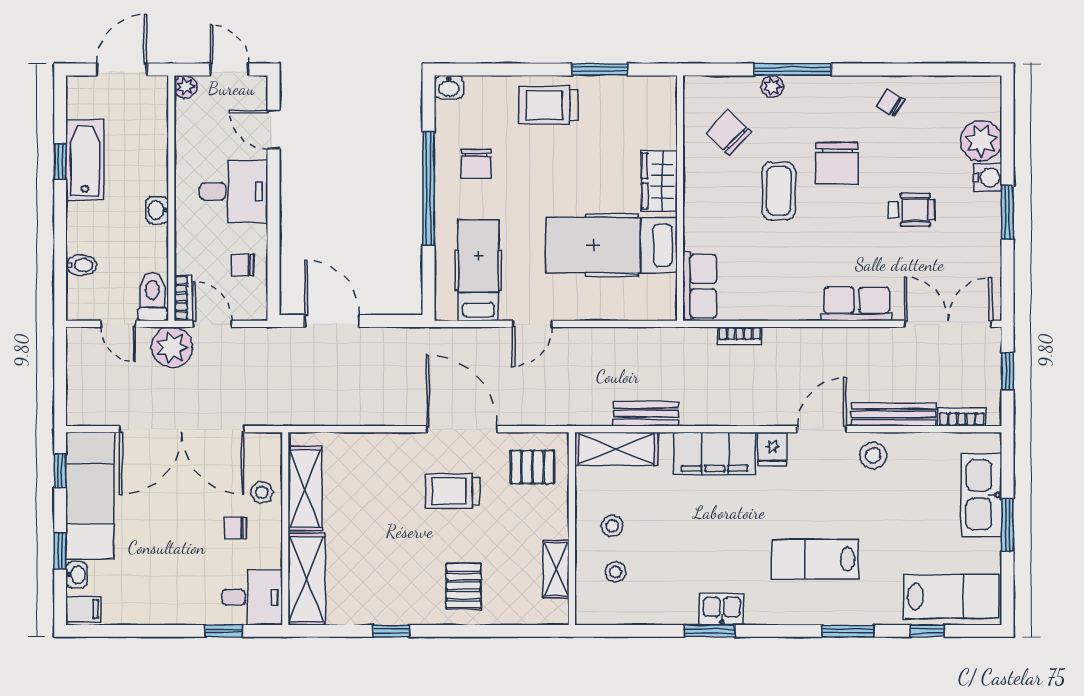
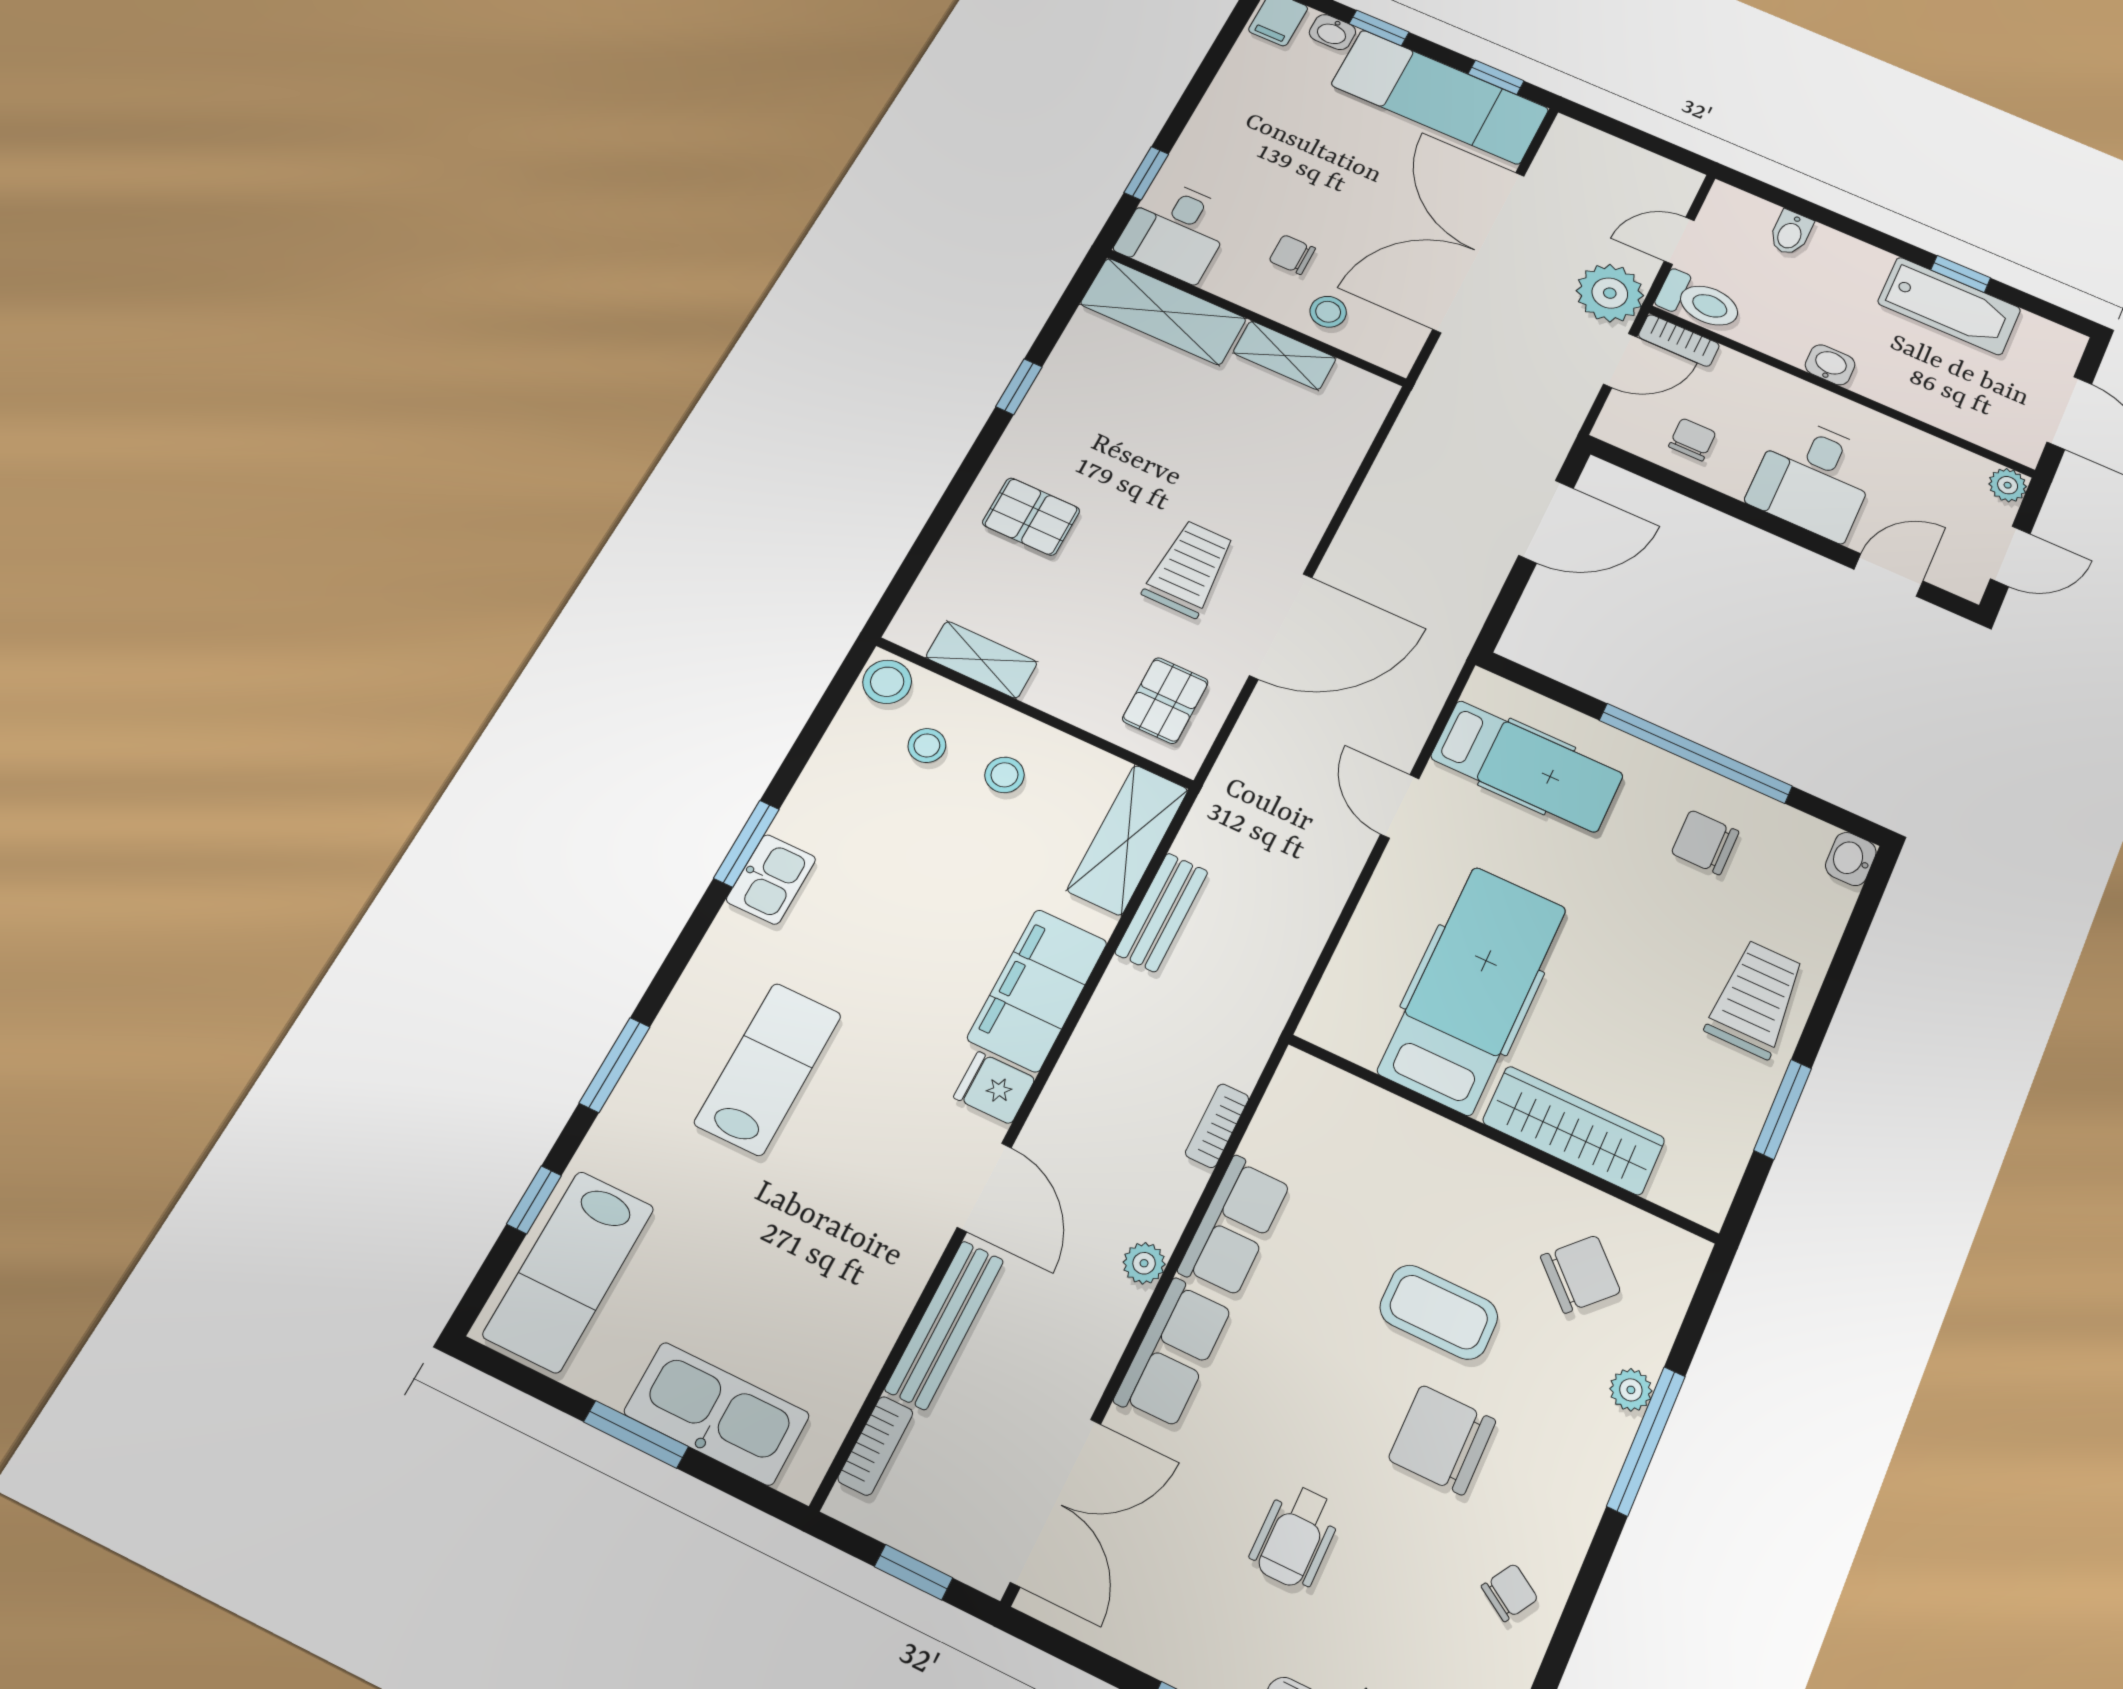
wardrobe: (659, 181) -> (1574, 1130), width x1.50
row of seats: (700, 286) -> (1234, 1226), moved, turned -90
plant: (822, 338) -> (1144, 1263), added
stool: (873, 455) -> (887, 682), moved
shelving: (305, 488) -> (1285, 355), width x0.67, depth x0.75
chair: (236, 528) -> (1292, 255), turned -90

